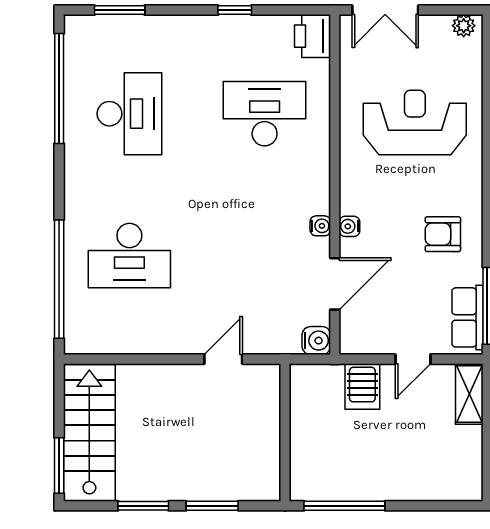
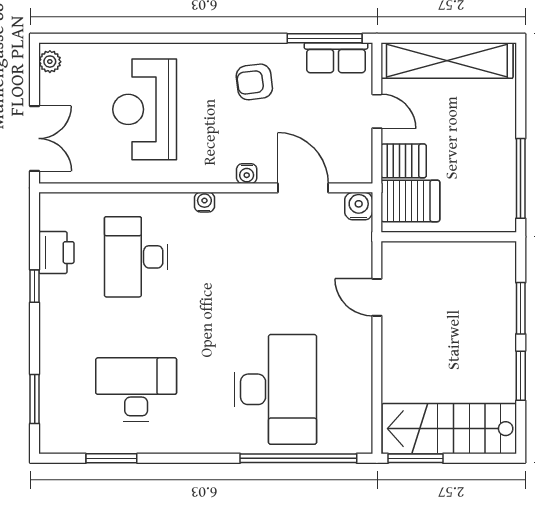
printer: (313, 36) -> (56, 253), moved, turned -90
window: (59, 88) -> (111, 458), width x0.47
water cooler: (320, 226) -> (204, 202), moved
armchair: (443, 234) -> (254, 82), turned 83
desk: (129, 255) -> (275, 389), width x1.36, depth x1.30
server rack: (322, 393) -> (410, 201), added
shelving: (469, 394) -> (447, 61), width x2.20, depth x1.33
window: (59, 466) -> (416, 458), moved

